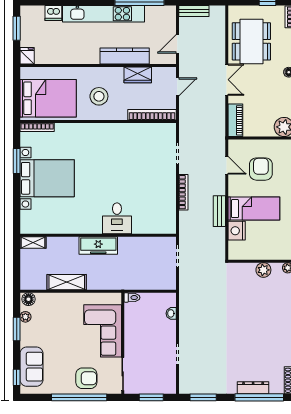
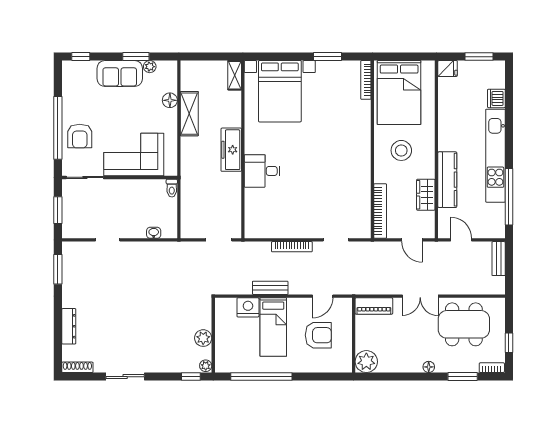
bed with nightstands: (47, 178) -> (280, 91), moved
floor lamp: (28, 299) -> (170, 100), moved
sofa: (31, 367) -> (120, 73), moved
window: (259, 397) -> (58, 333), removed

